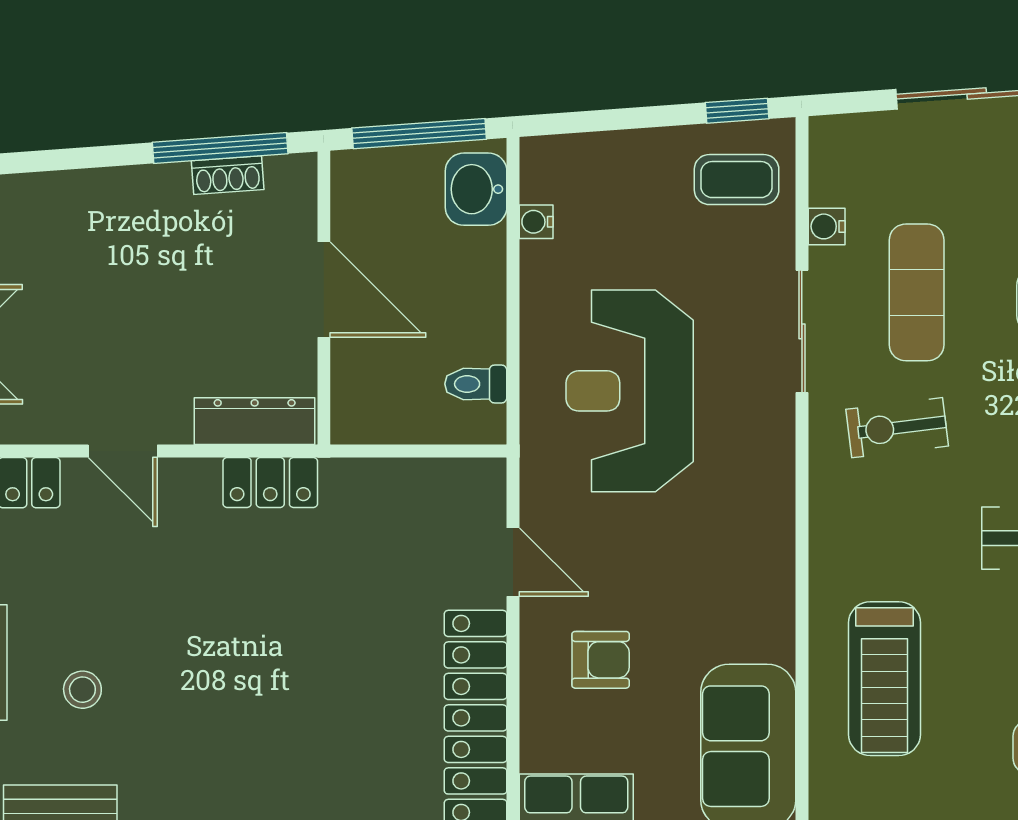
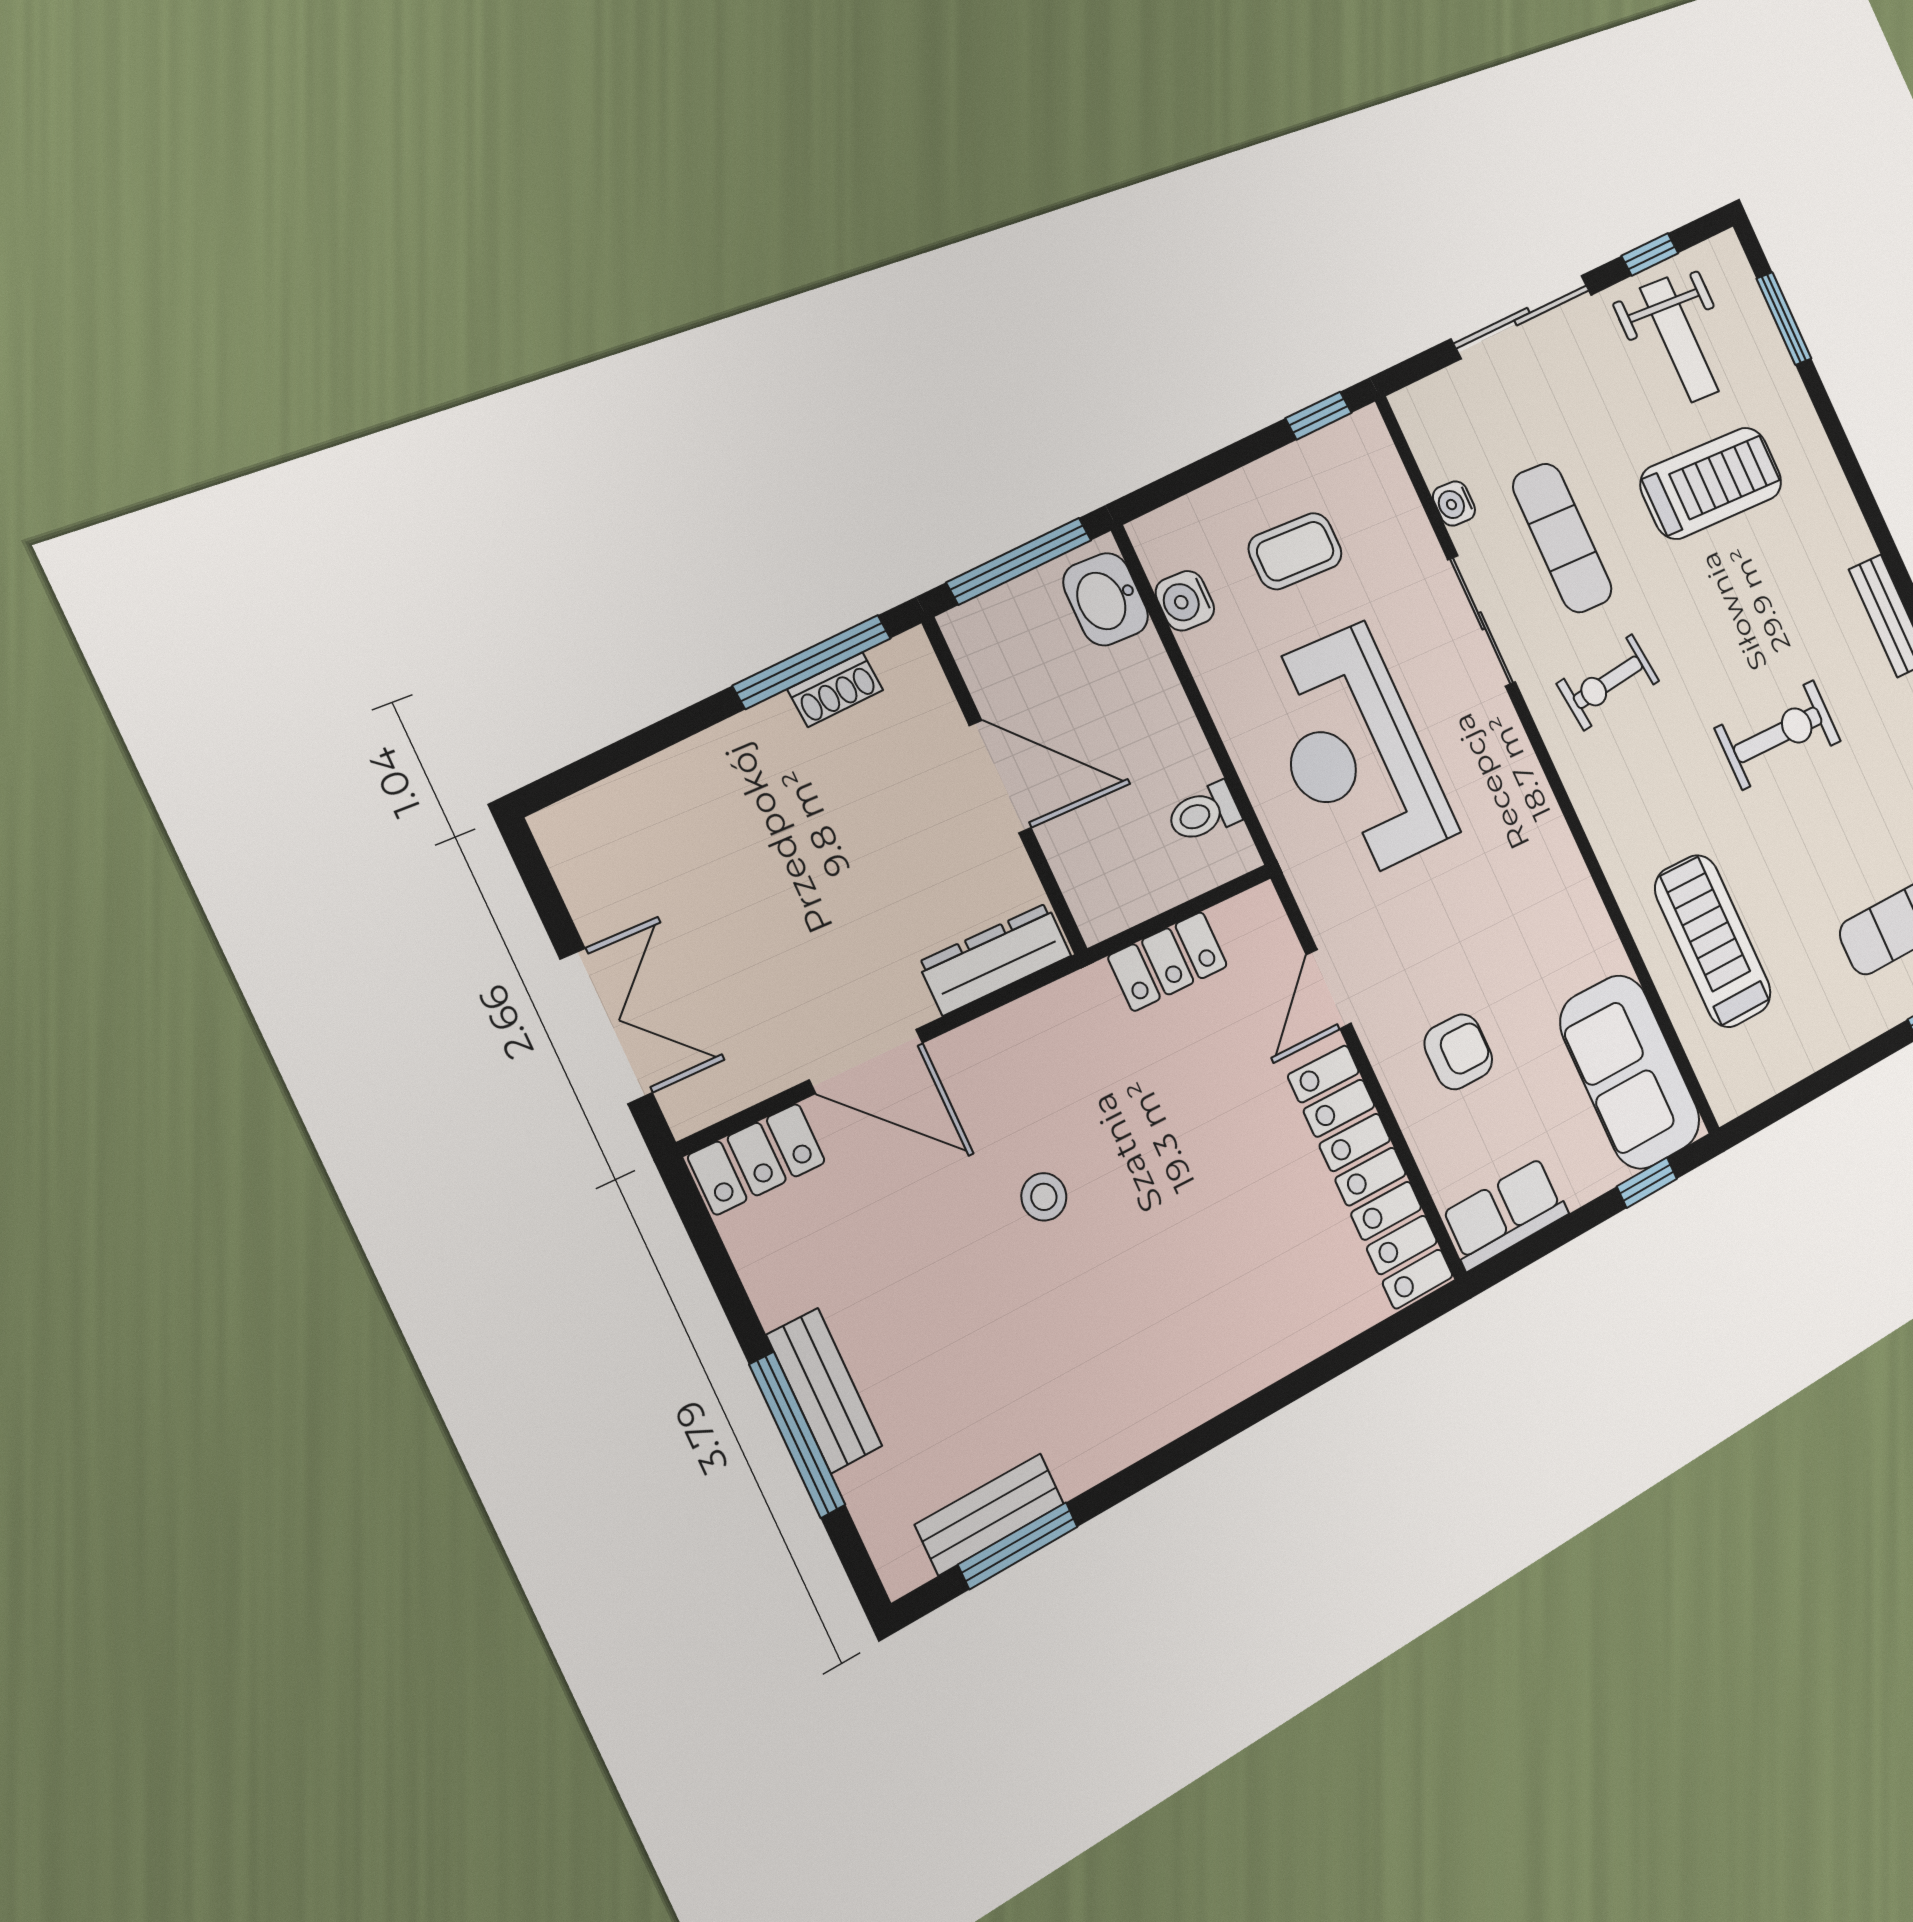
coffee table: (737, 180) -> (1295, 551), moved
water cooler: (536, 222) -> (1185, 601), width x1.38, depth x1.38
door: (123, 451) -> (866, 1061), width x1.38
locker: (270, 483) -> (1168, 961), moved
door: (513, 562) -> (1329, 989), swing flipped
treadmill: (884, 679) -> (1713, 941), turned 180
stool: (82, 690) -> (1044, 1197), moved

